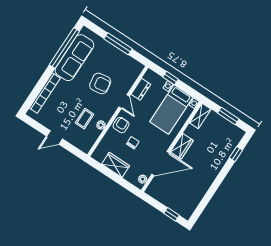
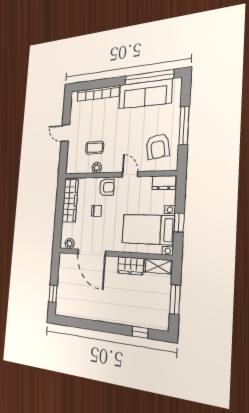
window: (171, 78) -> (179, 222), moved
armchair: (100, 83) -> (158, 146), moved
dresser: (141, 89) -> (164, 183), moved
door: (124, 102) -> (130, 174), swing flipped
wardrobe: (182, 146) -> (131, 266), moved
wardrobe: (116, 165) -> (70, 201), width x1.50

